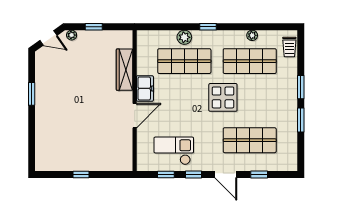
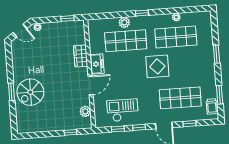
window: (94, 27) -> (68, 18), moved
trolley: (289, 47) -> (212, 106), moved
wardrobe: (125, 70) -> (81, 56), width x0.67
window: (32, 94) -> (11, 92), moved
spiral stairs: (56, 119) -> (30, 92), added
window: (301, 120) -> (220, 95), moved
plant: (125, 149) -> (85, 111), added
window: (81, 175) -> (70, 132), moved

